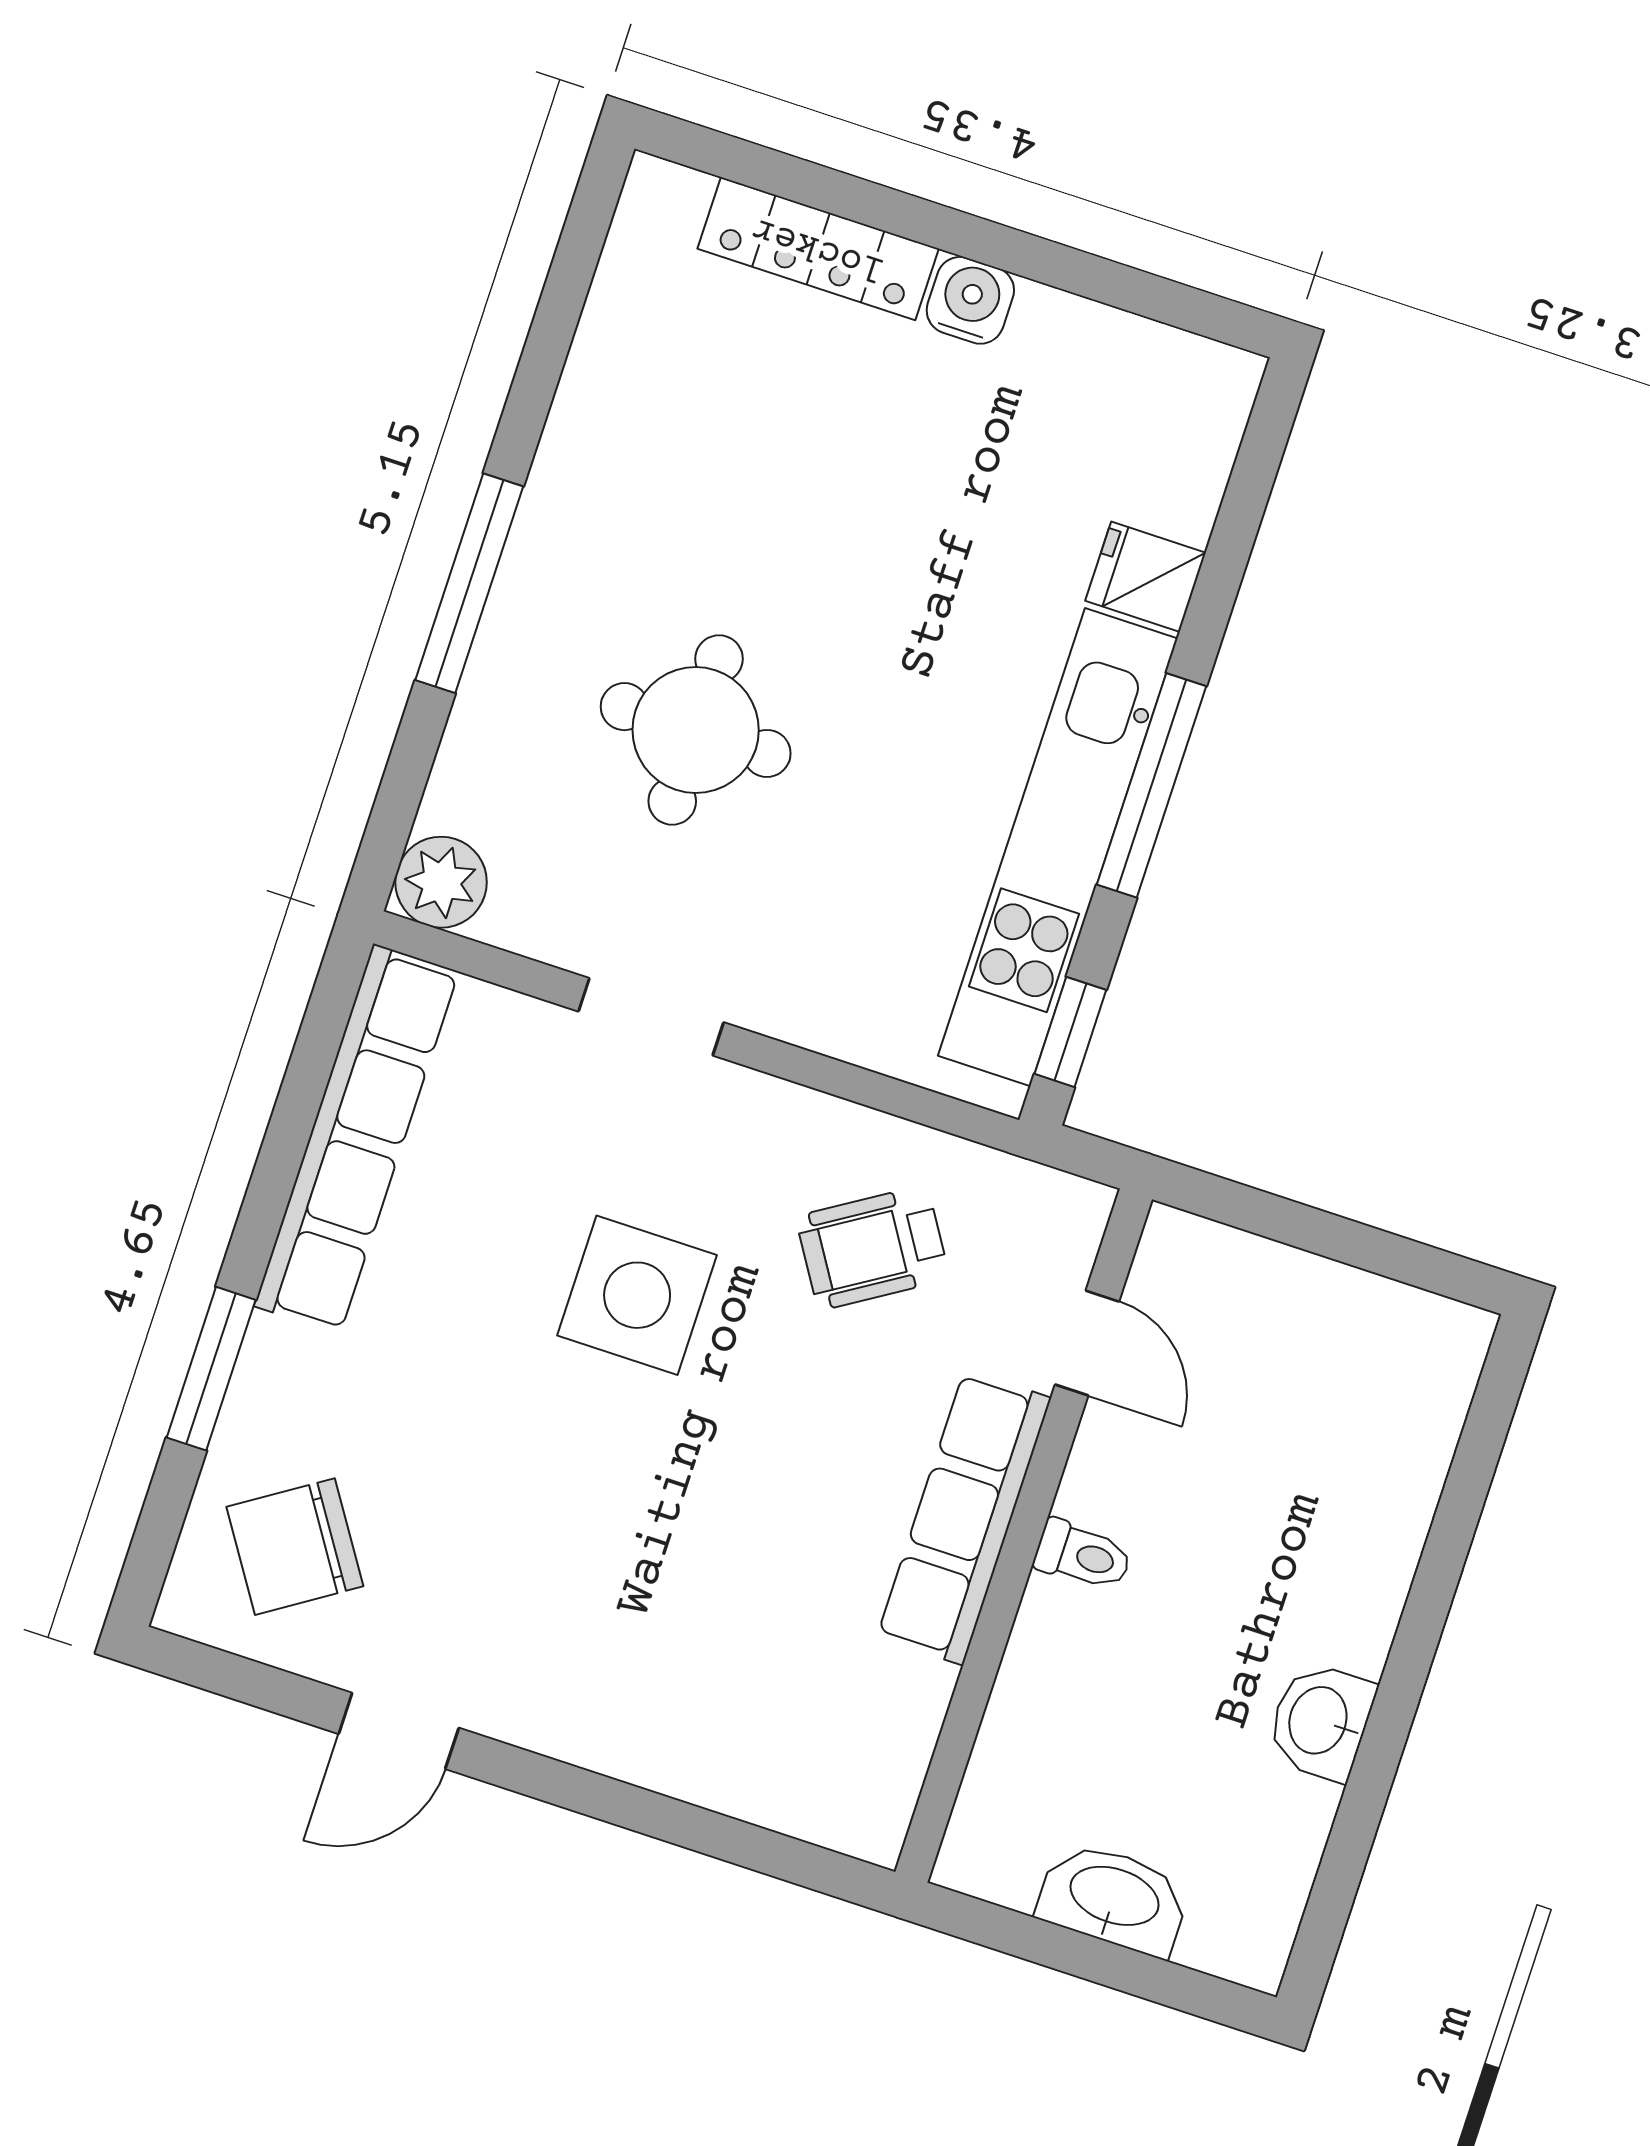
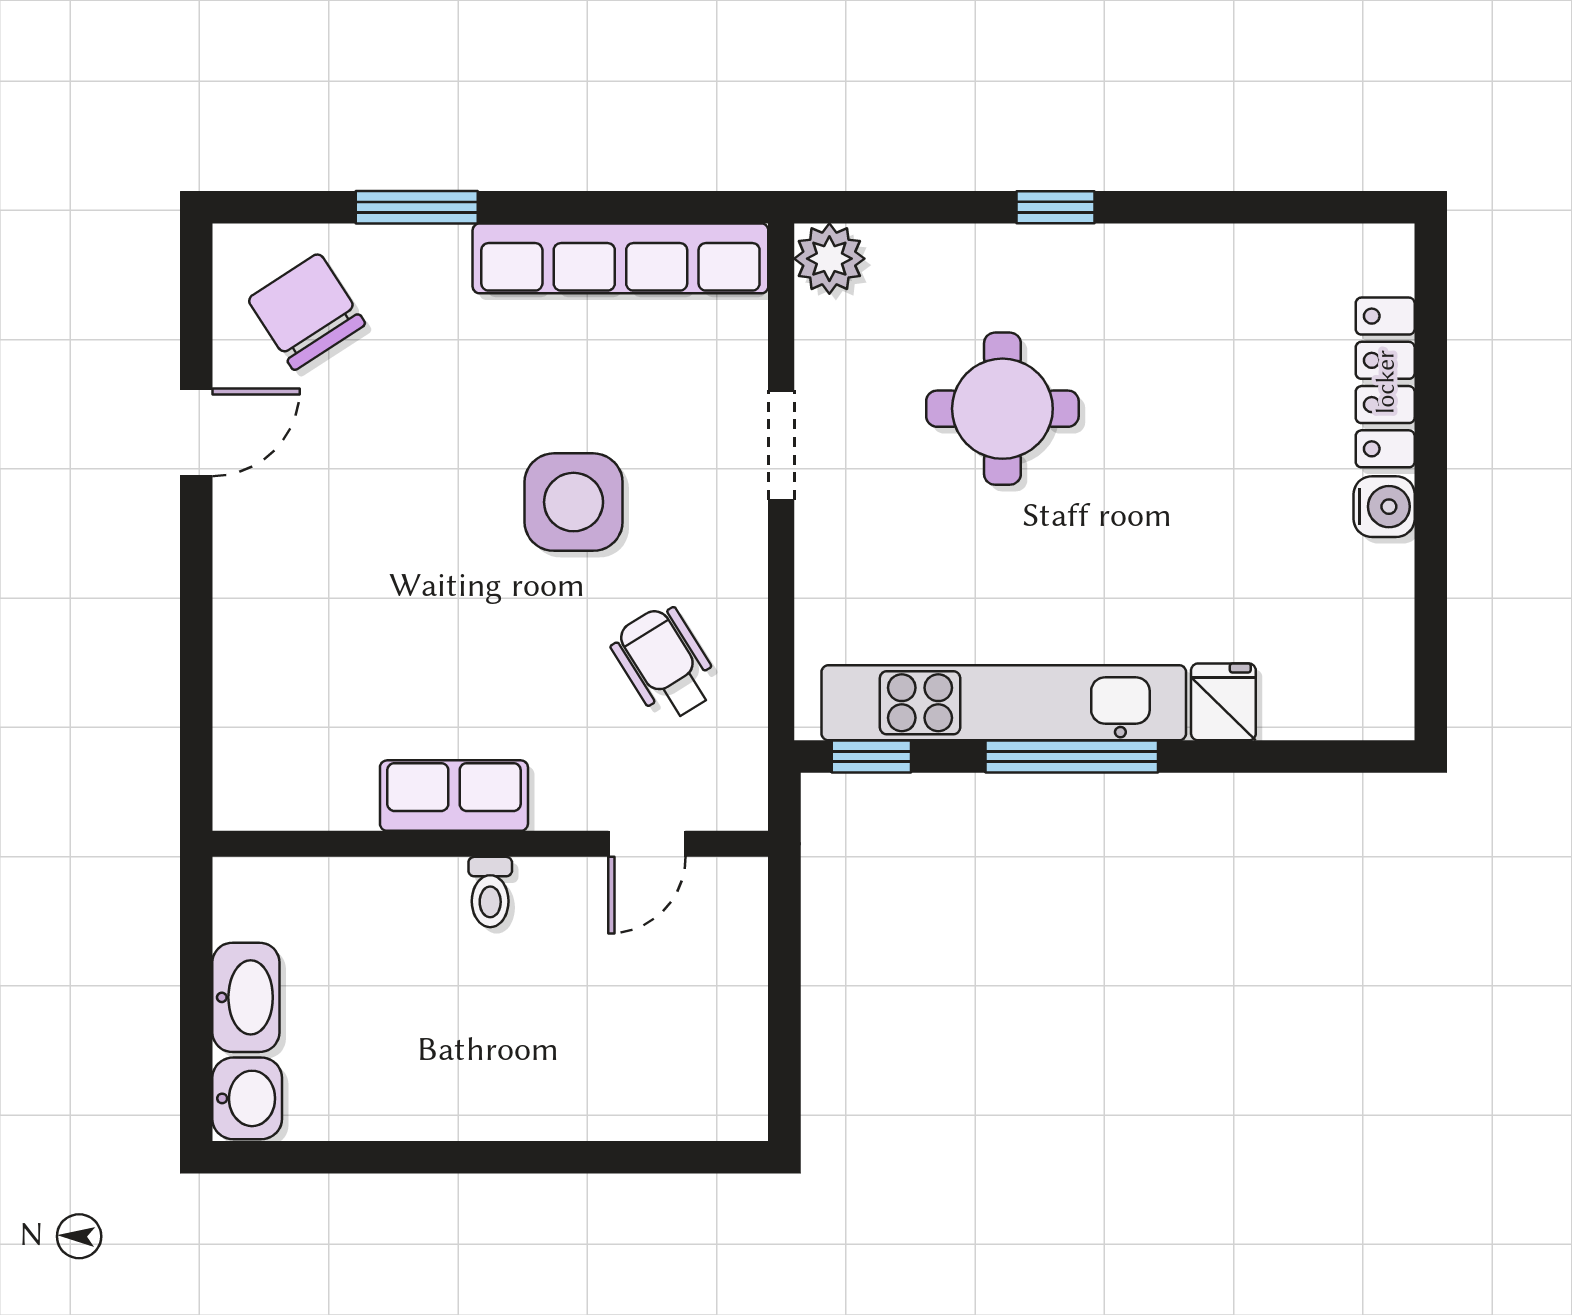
window: (469, 583) -> (1056, 207), width x0.46
row of seats: (964, 1517) -> (454, 796), width x0.68
washbasin: (1320, 1721) -> (247, 1098), moved, turned 90
door: (399, 1731) -> (196, 432), swing flipped

